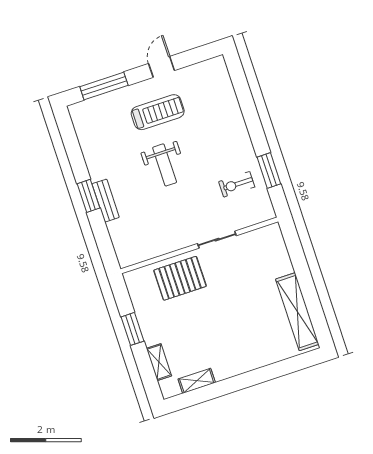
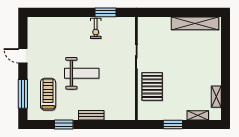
treadmill: (158, 112) -> (48, 94), moved
weight bench: (165, 165) -> (82, 73), width x1.36, depth x1.33
exercise bike: (237, 184) -> (96, 28), moved
window: (89, 196) -> (64, 125), moved

